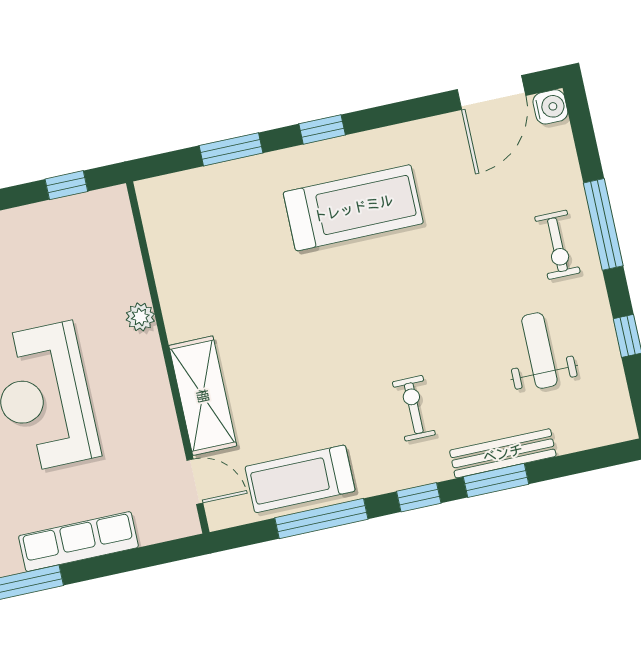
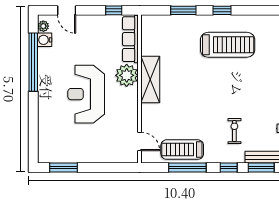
plant: (140, 317) -> (127, 75), width x1.87, depth x1.87
shelving: (203, 396) -> (150, 79), moved
row of seats: (78, 542) -> (130, 39), moved, turned -90

